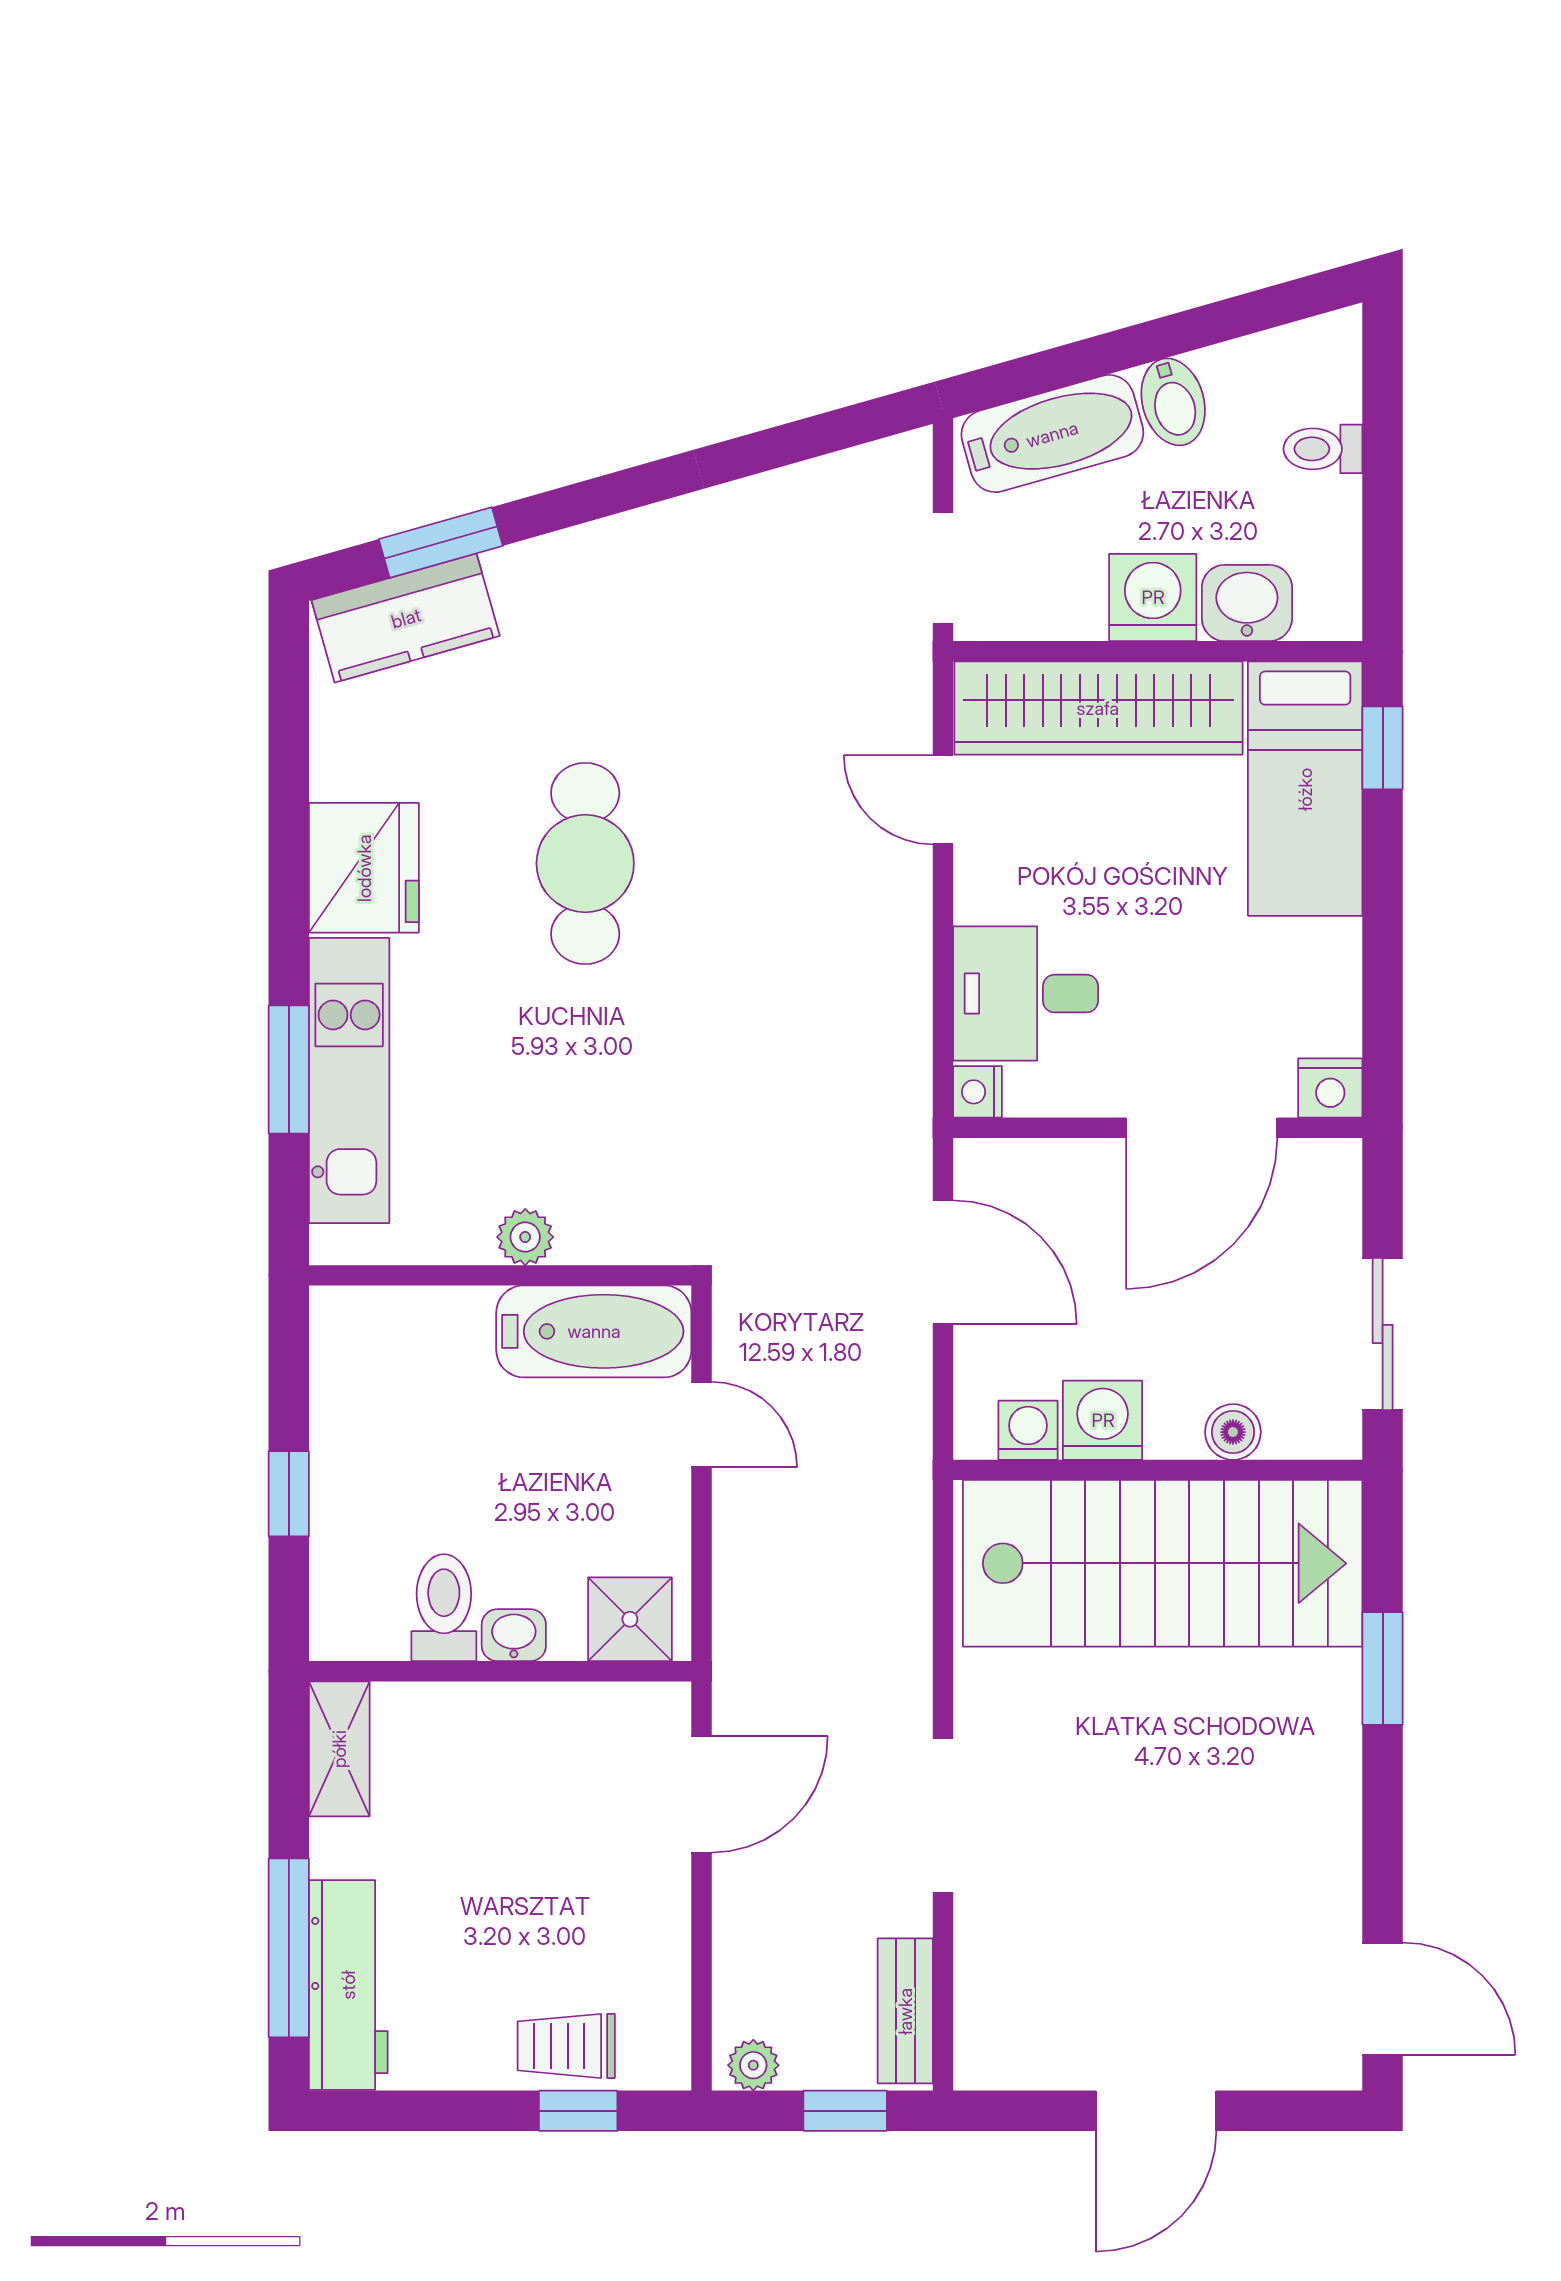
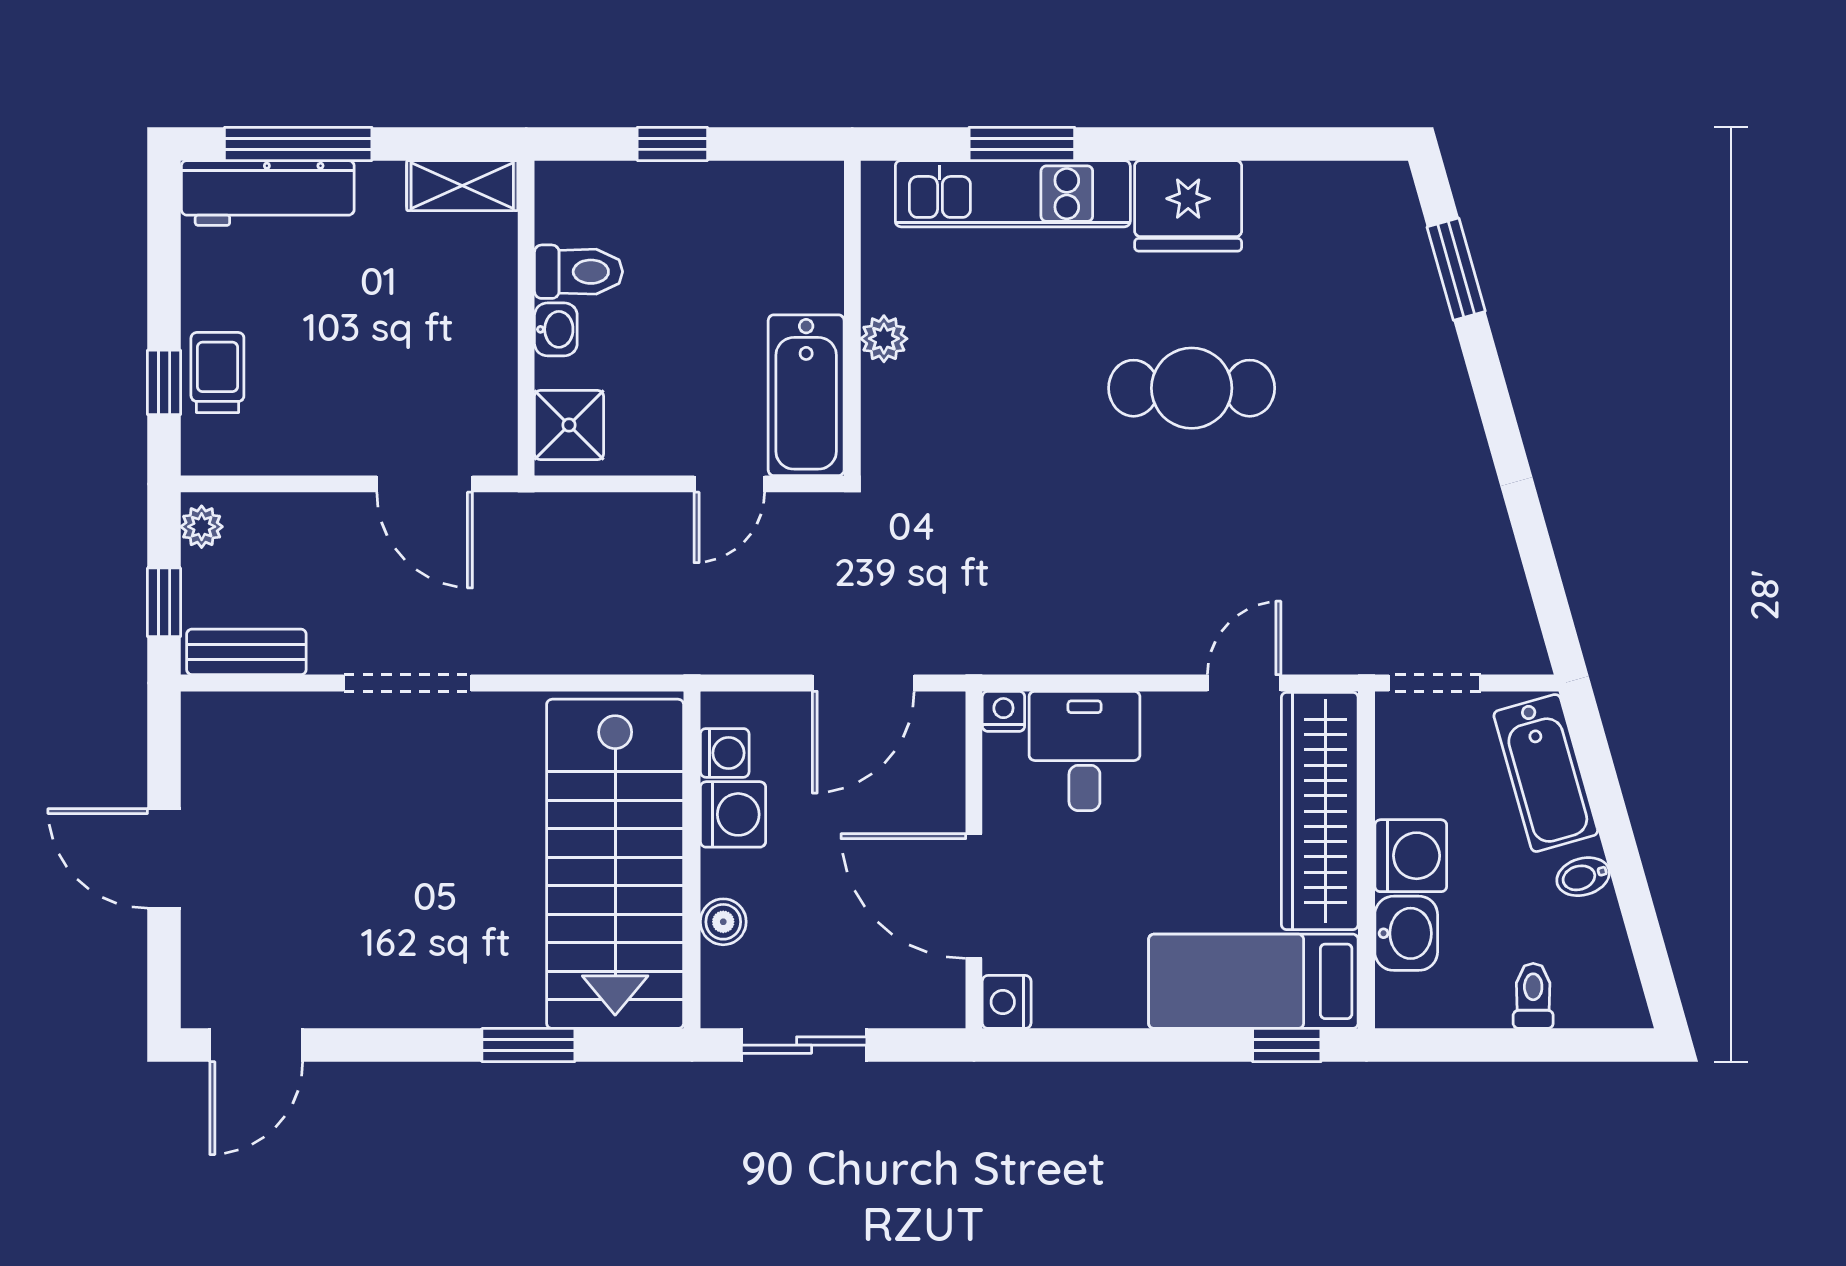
bidet: (1173, 402) -> (1583, 877), width x0.72, depth x0.74
kitchen counter: (406, 618) -> (1394, 240), removed

